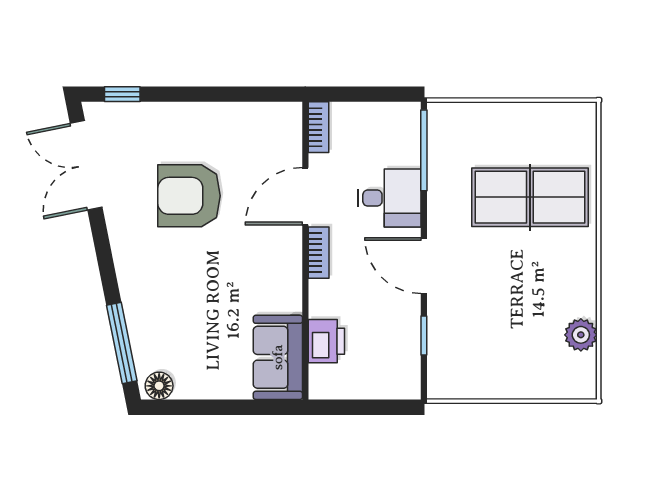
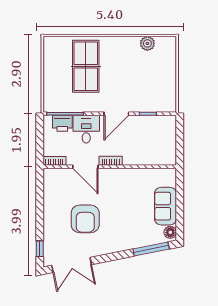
printer: (326, 341) -> (62, 123), moved, turned 180
sofa: (278, 357) -> (165, 206), moved, turned 90

